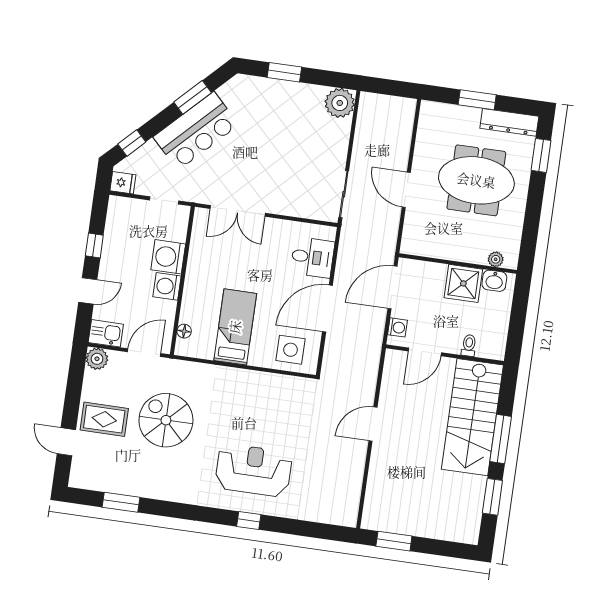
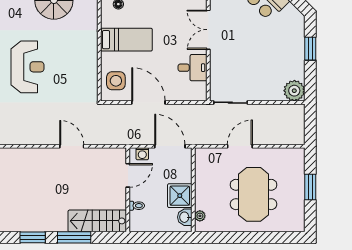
dresser: (509, 122) -> (298, 212), removed
window: (541, 155) -> (277, 237), removed
desk: (312, 257) -> (193, 68), moved, turned -90
door: (425, 352) -> (128, 175), swing flipped
stairs: (472, 417) -> (97, 221), width x0.73, depth x0.66

